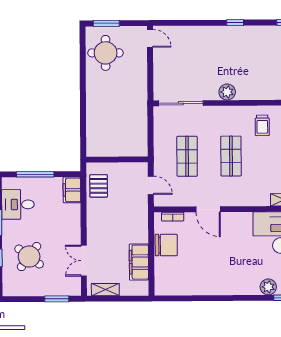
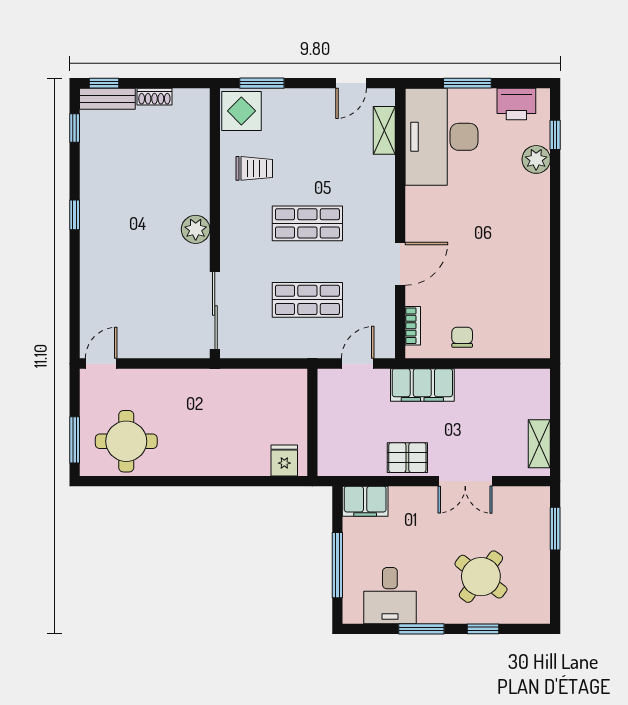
fridge: (95, 144) -> (284, 461), added
pallet: (99, 186) -> (407, 458), moved
chair: (166, 245) -> (462, 337), width x0.54, depth x0.54
double door: (84, 261) -> (465, 481), moved
filing cabinet: (139, 262) -> (422, 385), moved

